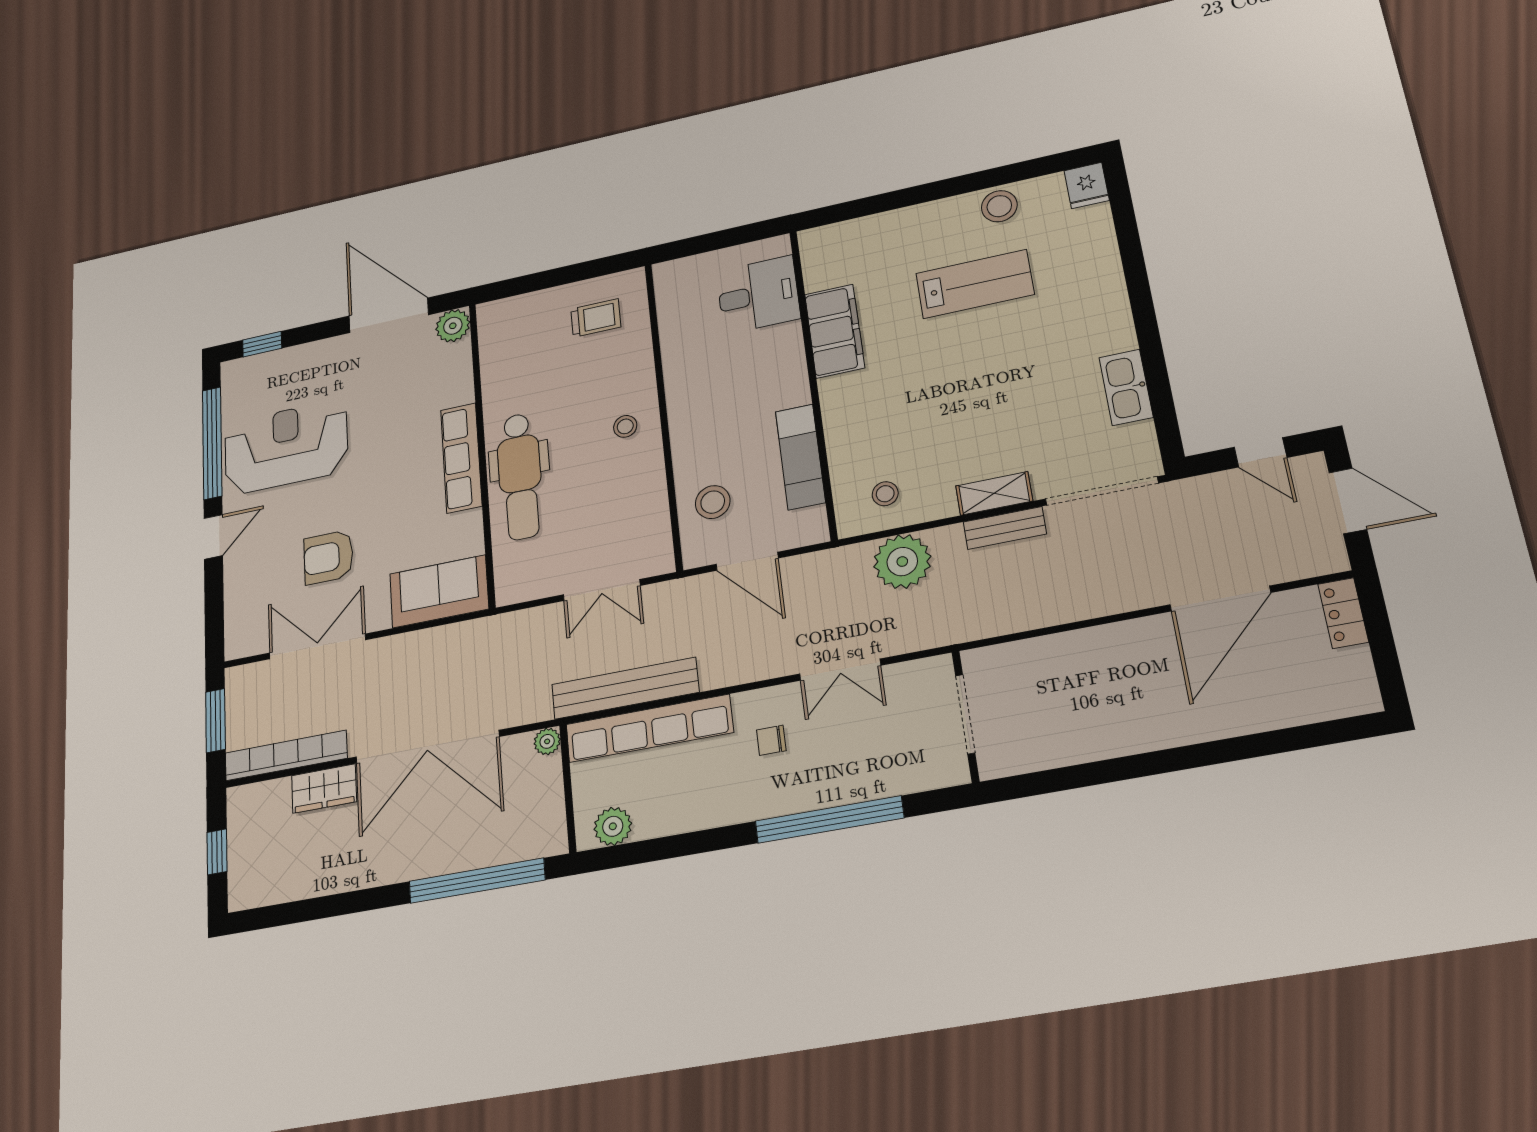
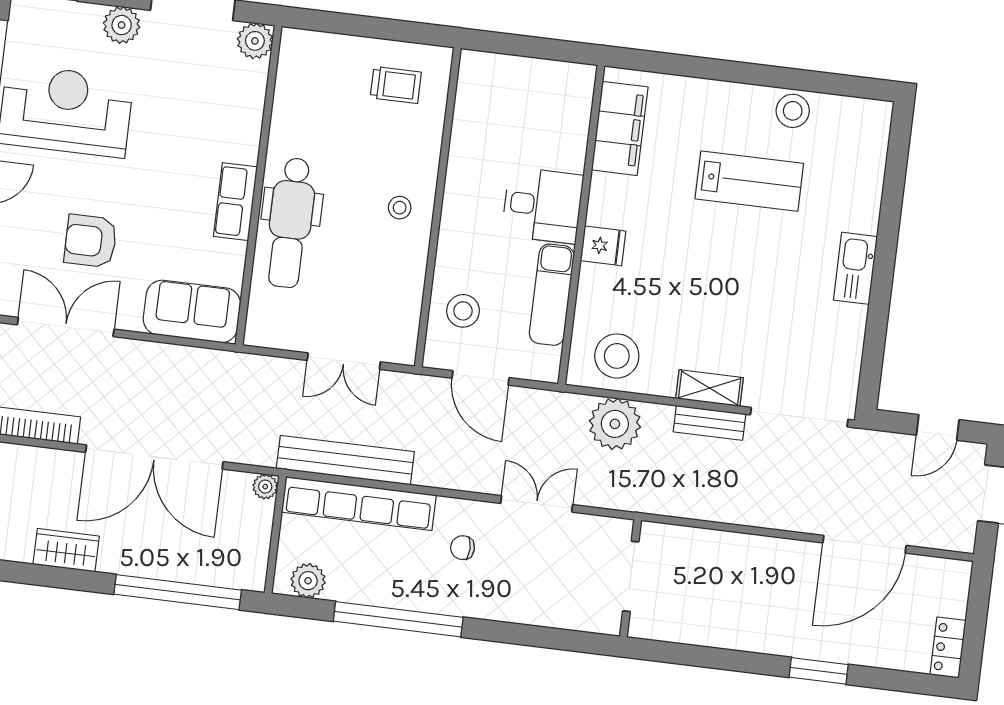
fridge: (1087, 186) -> (603, 246), moved, turned -90
desk: (758, 295) -> (542, 205), moved
filing cabinet: (835, 331) -> (620, 128), moved
plant: (326, 355) -> (122, 25), added
kitchen sink: (1126, 387) -> (855, 268), moved
door: (1261, 452) -> (938, 427), hinge flipped
row of seats: (461, 458) -> (235, 202), width x0.68
stool: (885, 494) -> (617, 356), width x1.89, depth x1.89
locker: (1343, 613) -> (948, 648), moved
double door: (840, 670) -> (537, 504), swing flipped
window: (1214, 753) -> (819, 671), added
wardrobe: (324, 789) -> (66, 550), moved, turned 180
window: (829, 819) -> (398, 619), moved

